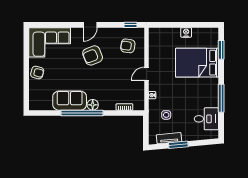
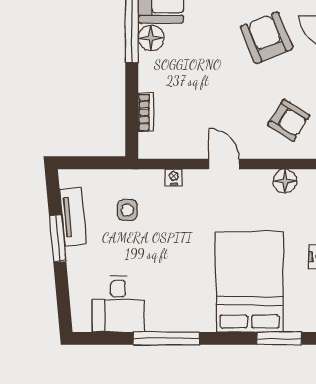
armchair: (128, 46) -> (289, 120), turned 114
floor lamp: (154, 48) -> (285, 181), added

